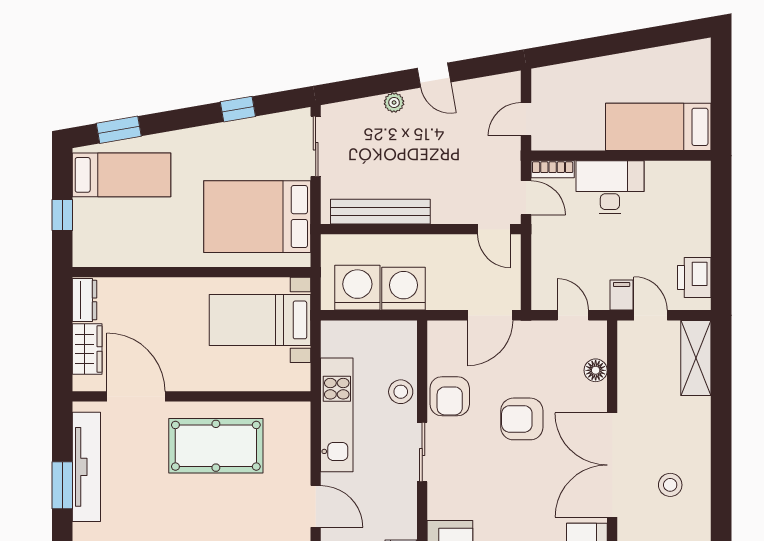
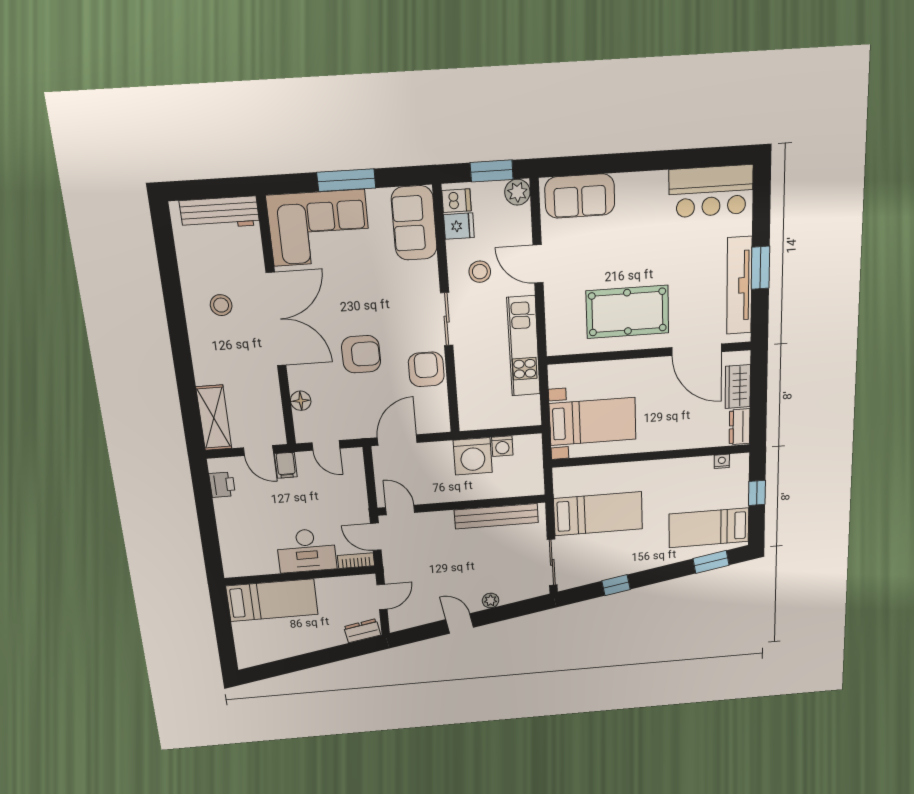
dresser: (554, 76) -> (362, 631), added
bed: (257, 217) -> (598, 514), width x0.67
nightstand: (106, 259) -> (722, 461), added
printer: (694, 277) -> (222, 485), width x0.73, depth x0.81
washing machine: (357, 288) -> (502, 446), width x0.53, depth x0.53
stool: (401, 392) -> (480, 272), moved

